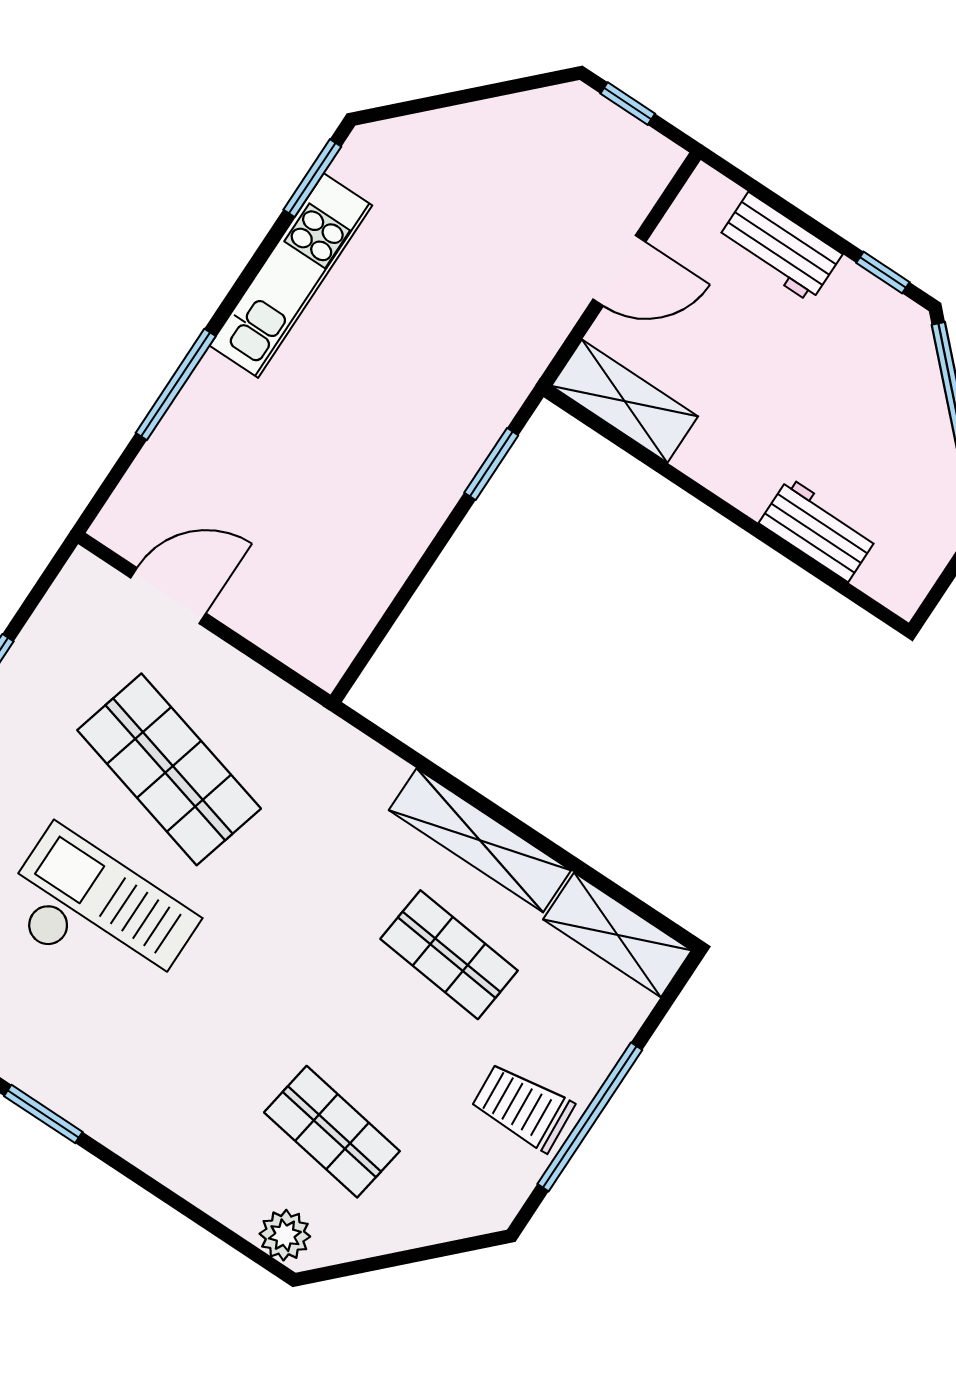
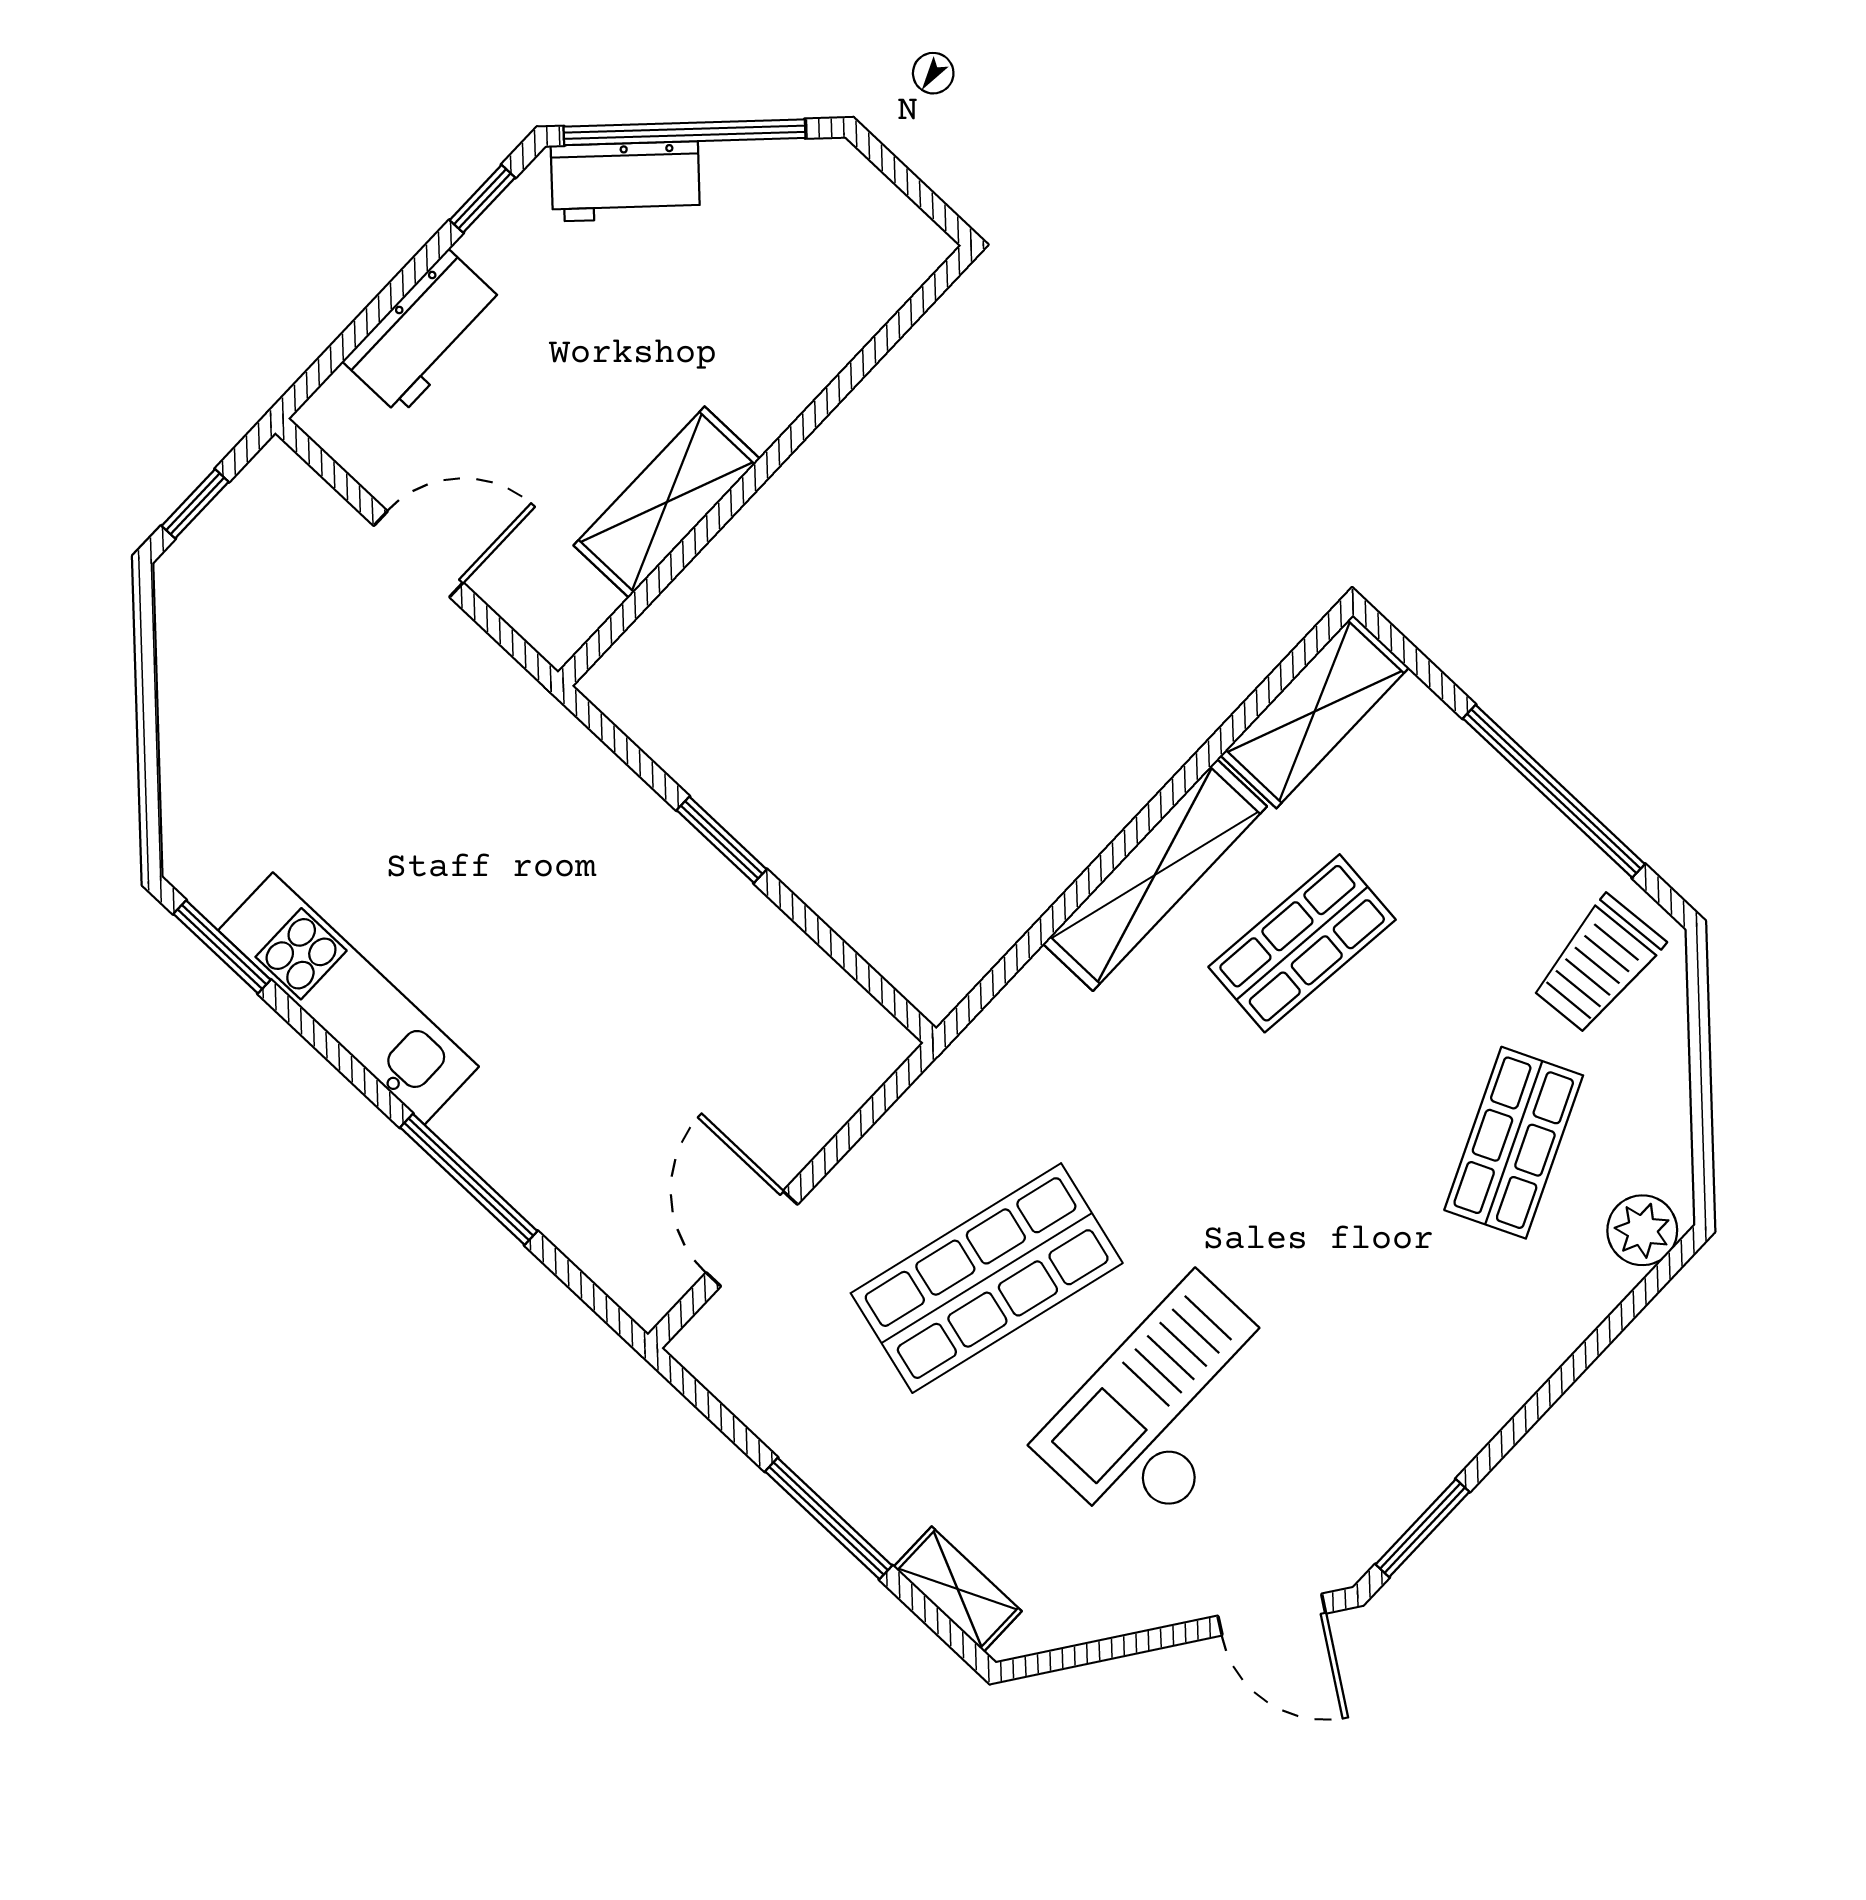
door: (619, 271) -> (418, 554), hinge flipped
shelving: (625, 401) -> (667, 502), moved
window: (491, 464) -> (722, 840), moved
workbench: (819, 530) -> (625, 181), moved, turned -135
trolley: (523, 1107) -> (1598, 965), moved
shop shelf: (332, 1132) -> (1514, 1143), turned -33

